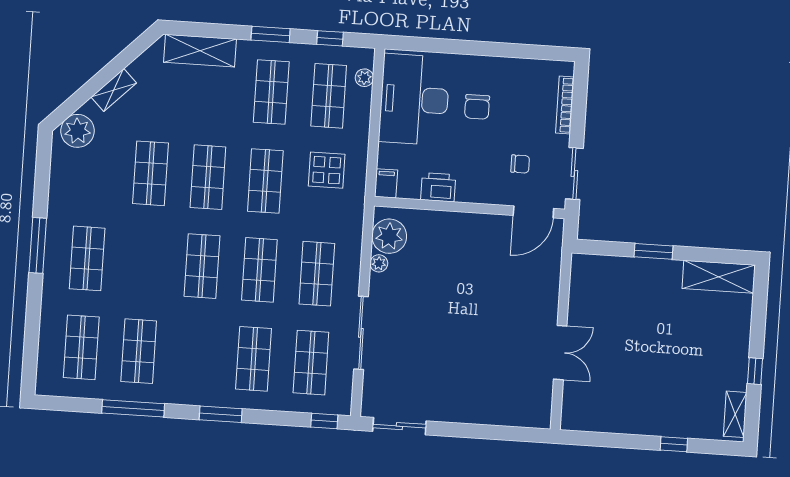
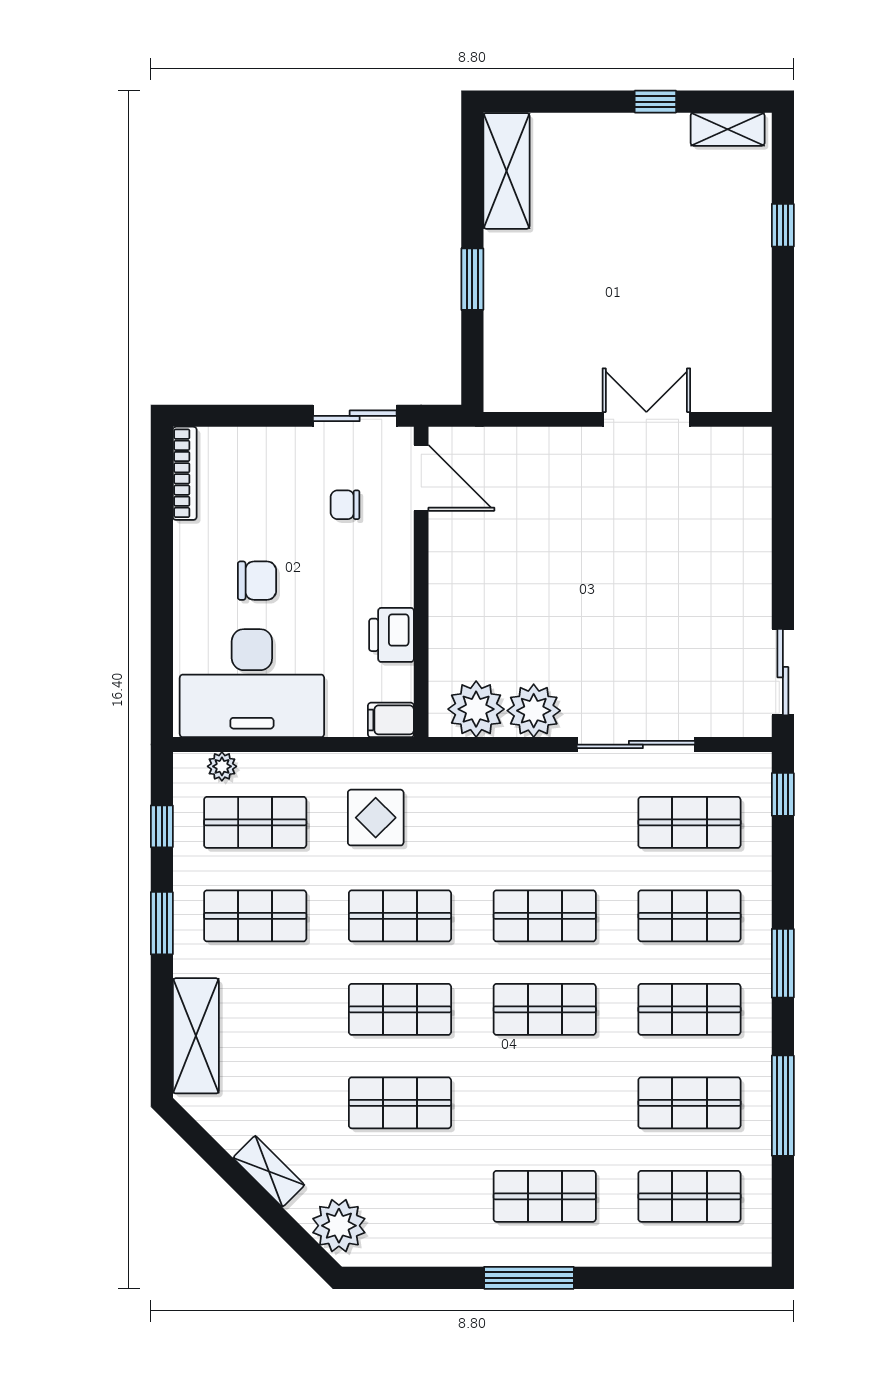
bookcase: (565, 105) -> (185, 473), moved, turned -90
chair: (520, 164) -> (345, 505), turned -90
plant: (379, 263) -> (534, 711), width x1.88, depth x1.88
shop shelf: (317, 274) -> (689, 1009), moved

